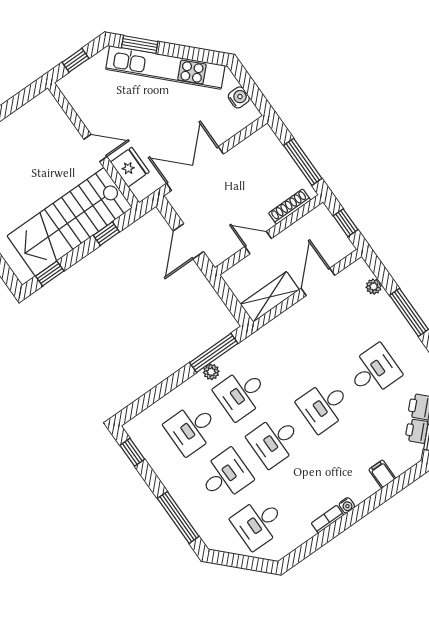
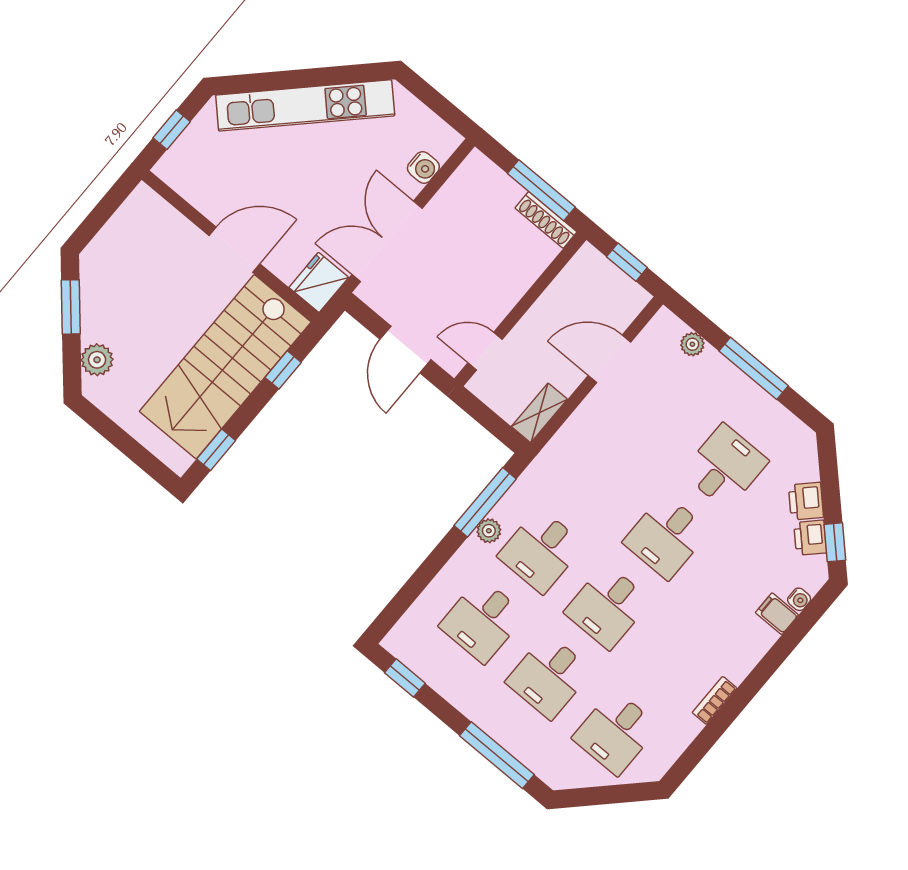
window: (140, 45) -> (259, 82), removed
water cooler: (239, 97) -> (423, 167), moved, turned 90
door: (95, 148) -> (234, 250), width x1.37
fridge: (130, 167) -> (319, 282), moved, turned -90
shoe rack: (290, 207) -> (546, 220), moved, turned -90
door: (258, 243) -> (485, 351), moved
door: (318, 282) -> (610, 359), hinge flipped
shelving: (270, 297) -> (539, 413), width x0.67, depth x0.75
desk: (225, 476) -> (549, 676), turned 180
water cooler: (347, 505) -> (799, 599), moved

